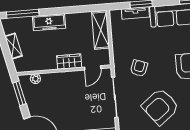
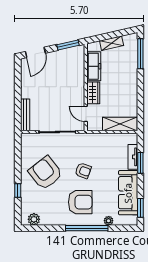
freezer: (49, 22) -> (94, 66), moved, turned 180
armchair: (139, 68) -> (83, 171), moved
plant: (35, 79) -> (80, 61), removed

